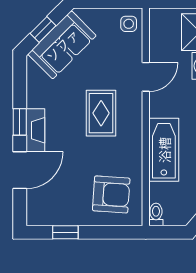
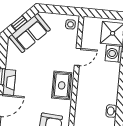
rug: (101, 113) -> (62, 85), moved
bathtub: (164, 150) -> (84, 101), removed

